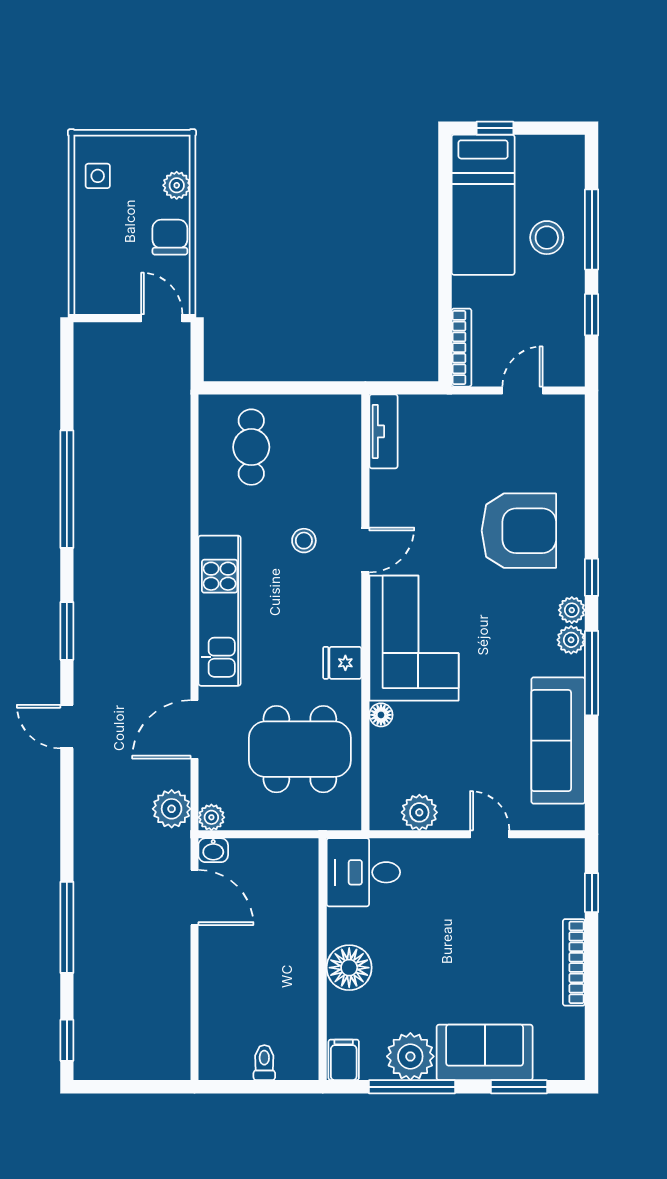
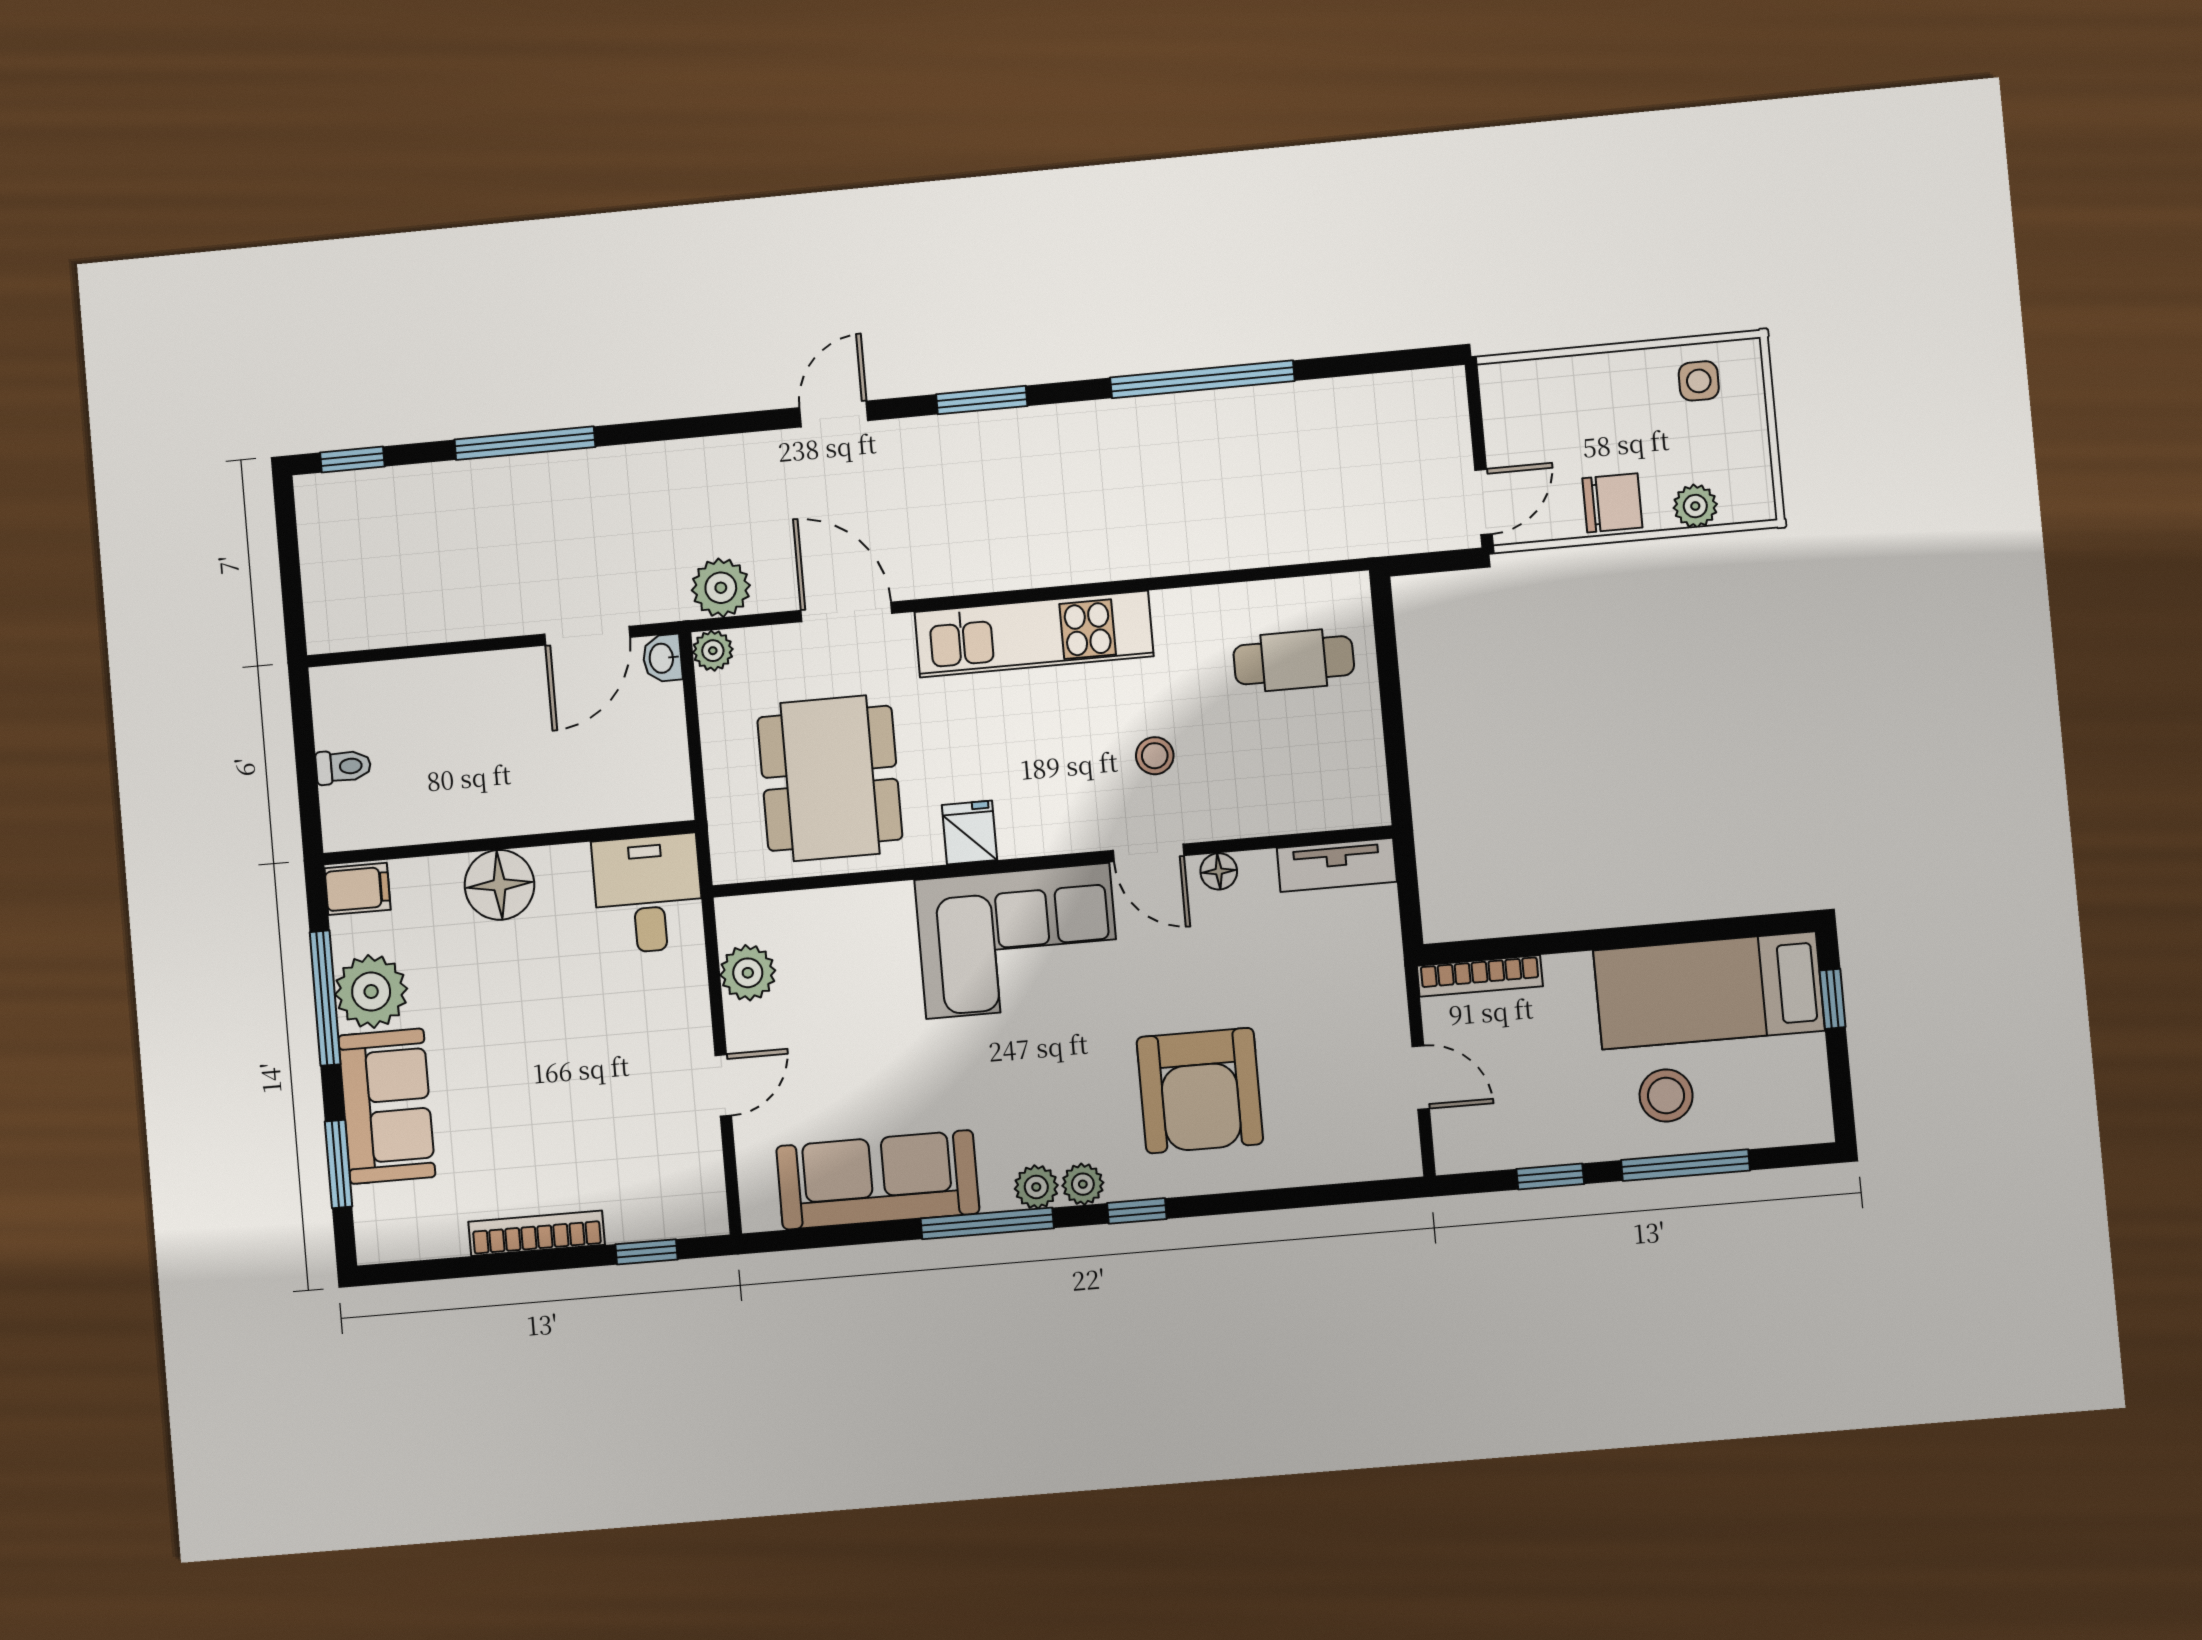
floor lamp: (381, 715) -> (1219, 871), moved

